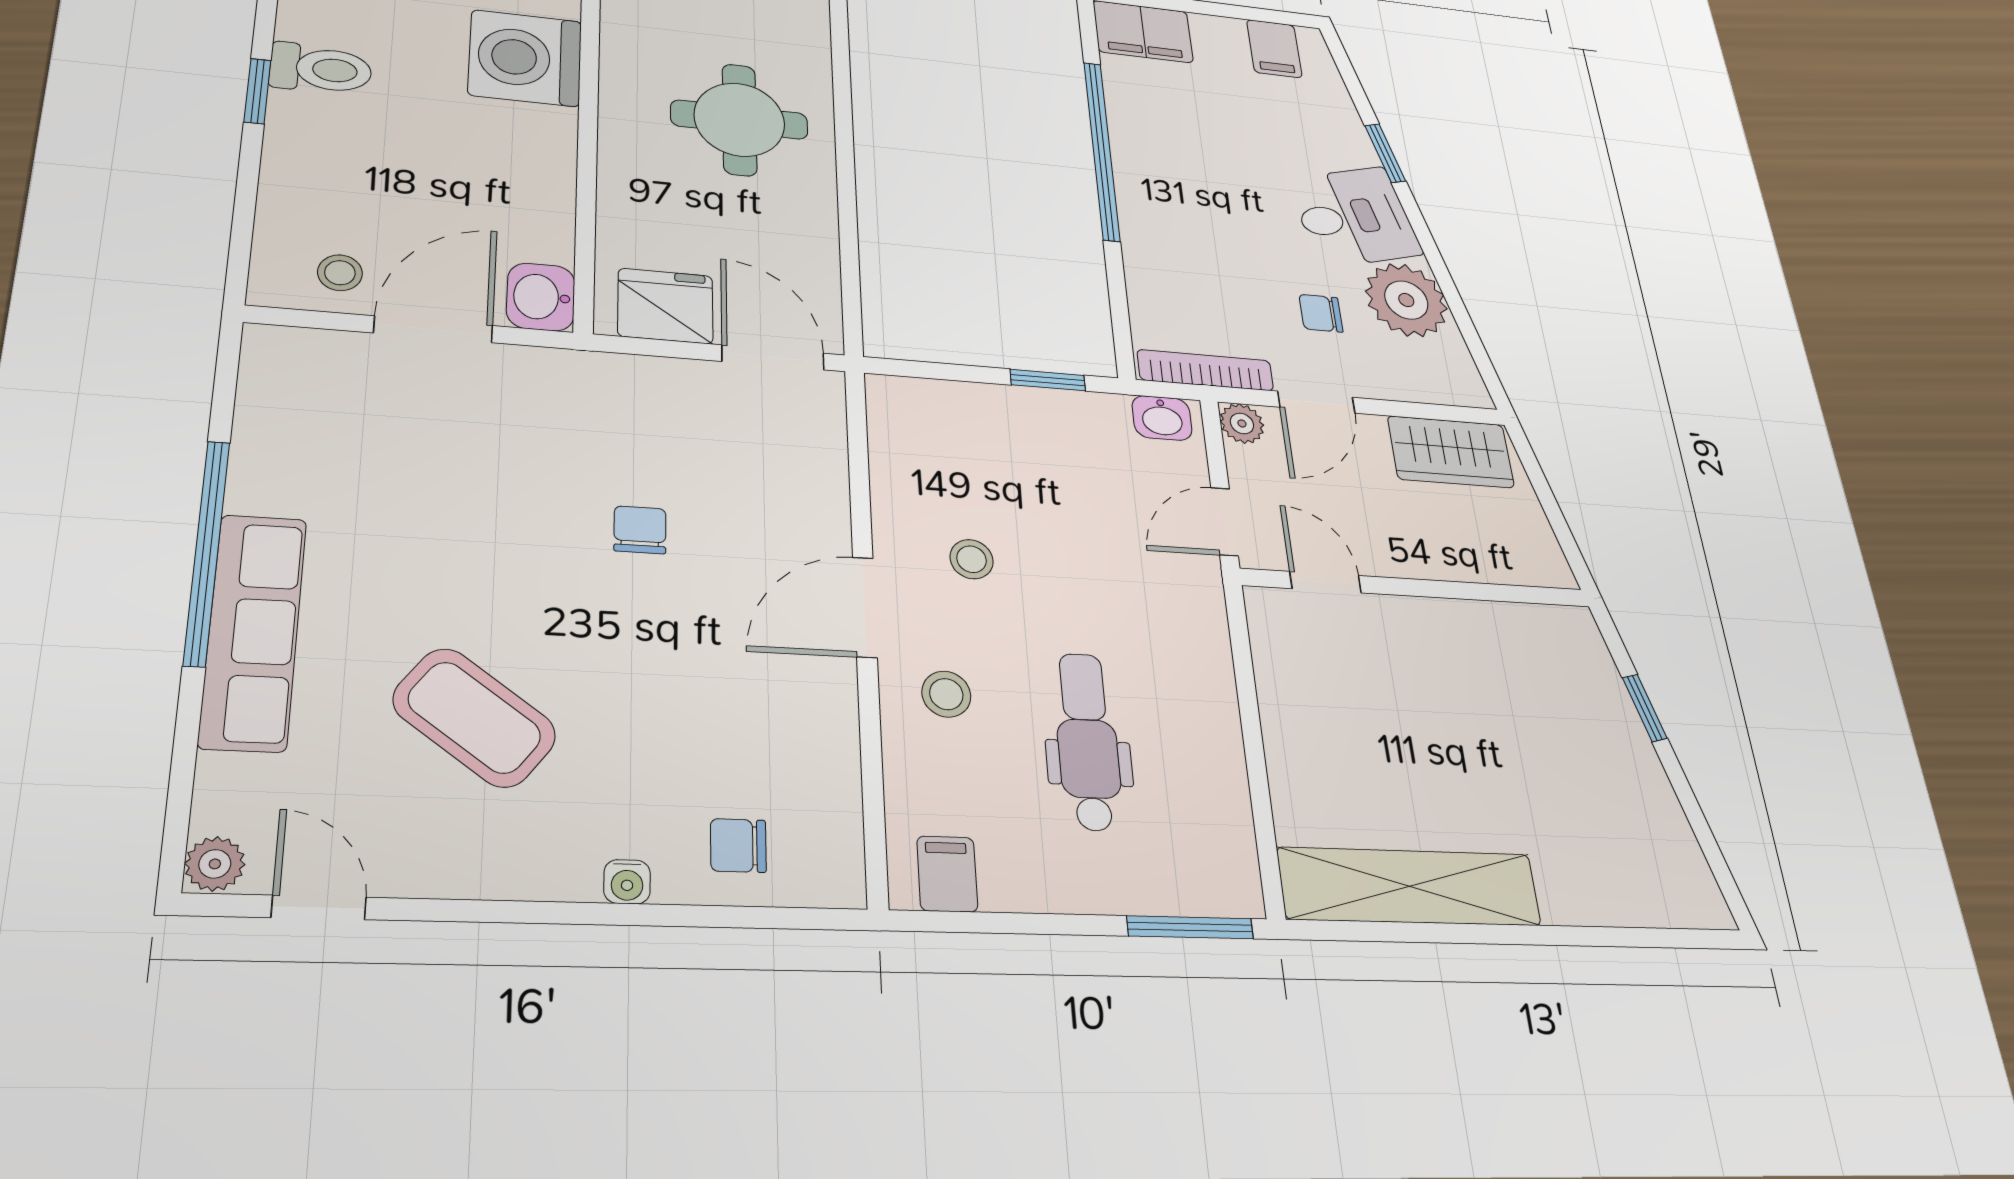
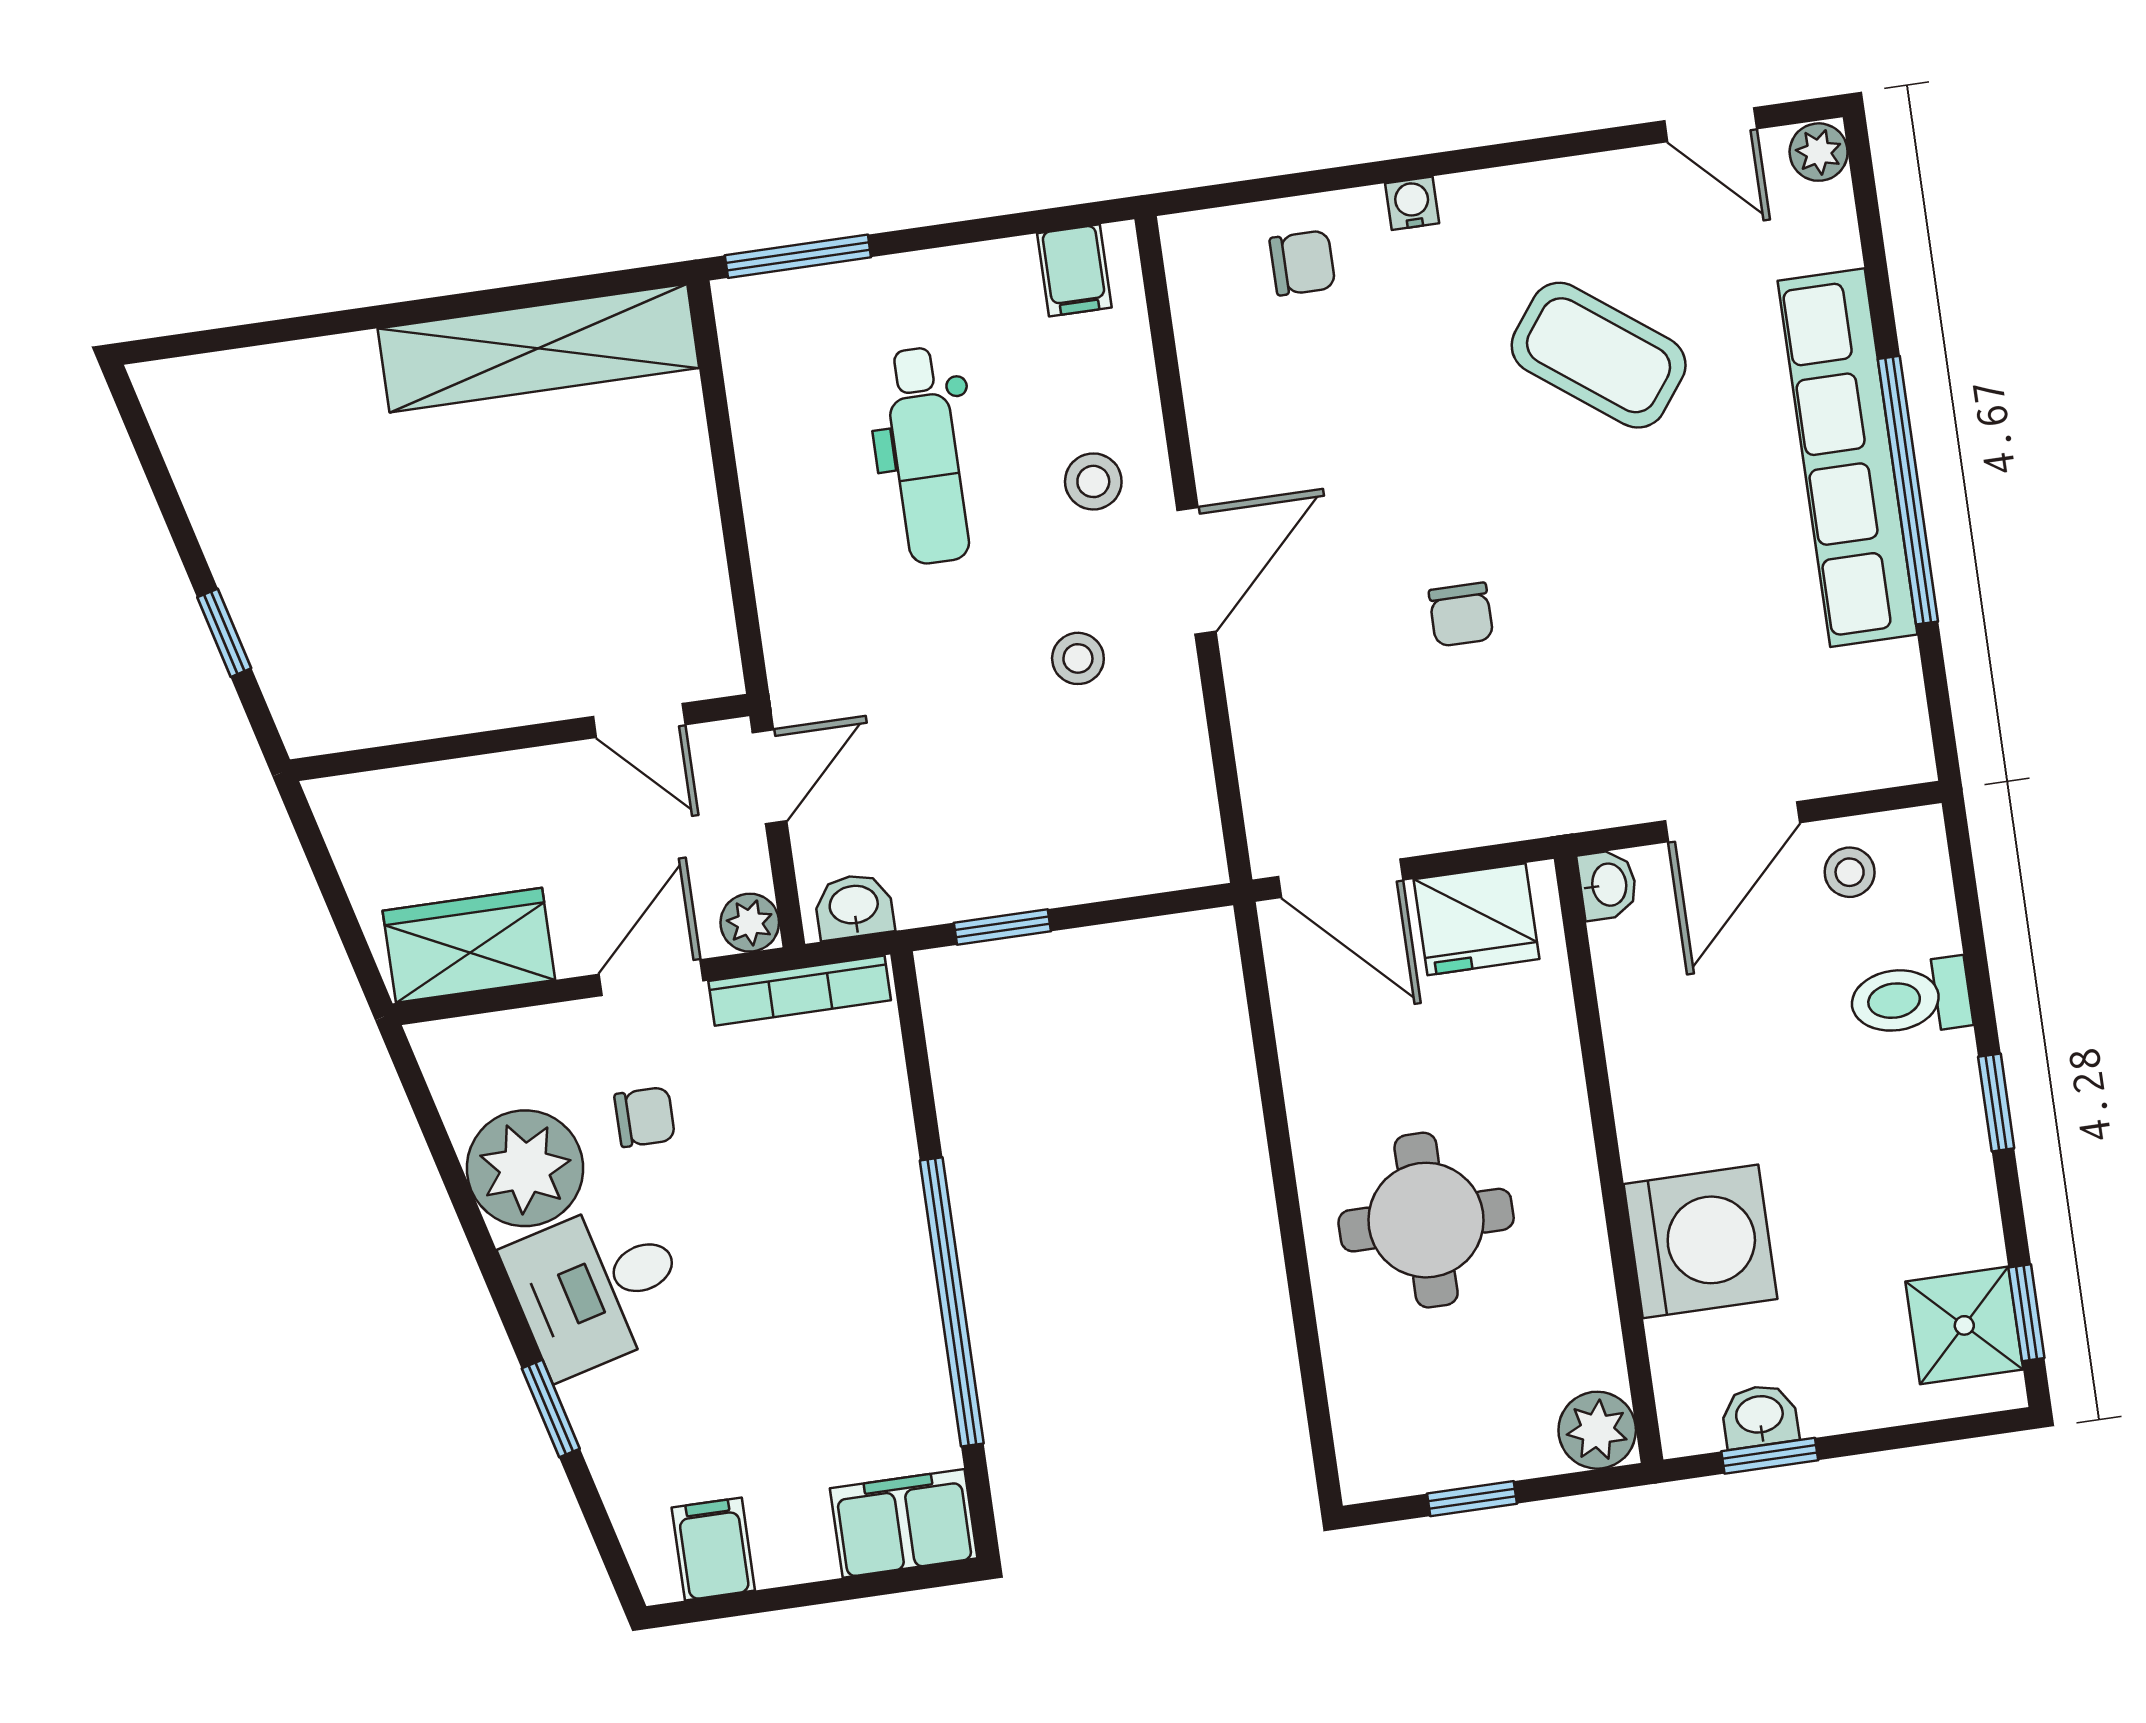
toilet: (321, 69) -> (1910, 998), moved
washbasin: (541, 297) -> (1608, 885), width x0.72, depth x0.69
row of seats: (253, 631) -> (1847, 458), width x1.36

